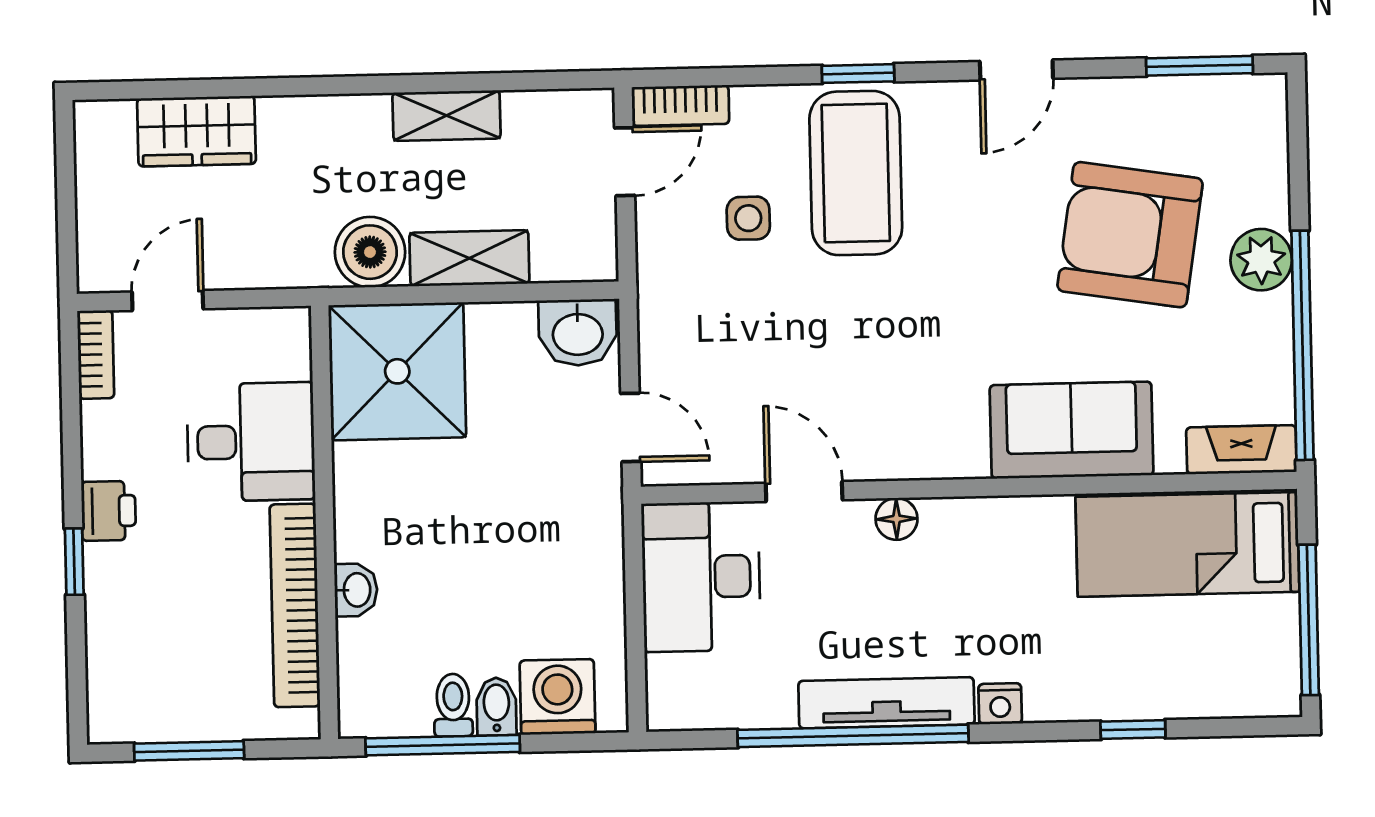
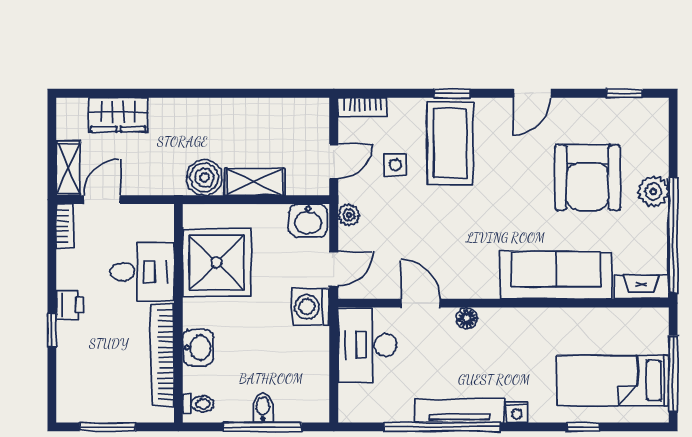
window: (1199, 66) -> (624, 93), width x0.67
shelving: (447, 116) -> (68, 168), moved, turned 90
door: (625, 162) -> (334, 161), moved
armchair: (1130, 235) -> (587, 178), turned -99
plant: (659, 319) -> (349, 215), added
shower: (397, 371) -> (217, 262), moved
door: (631, 427) -> (334, 269), hinge flipped
sofa: (1072, 430) -> (556, 275), width x1.36
bed: (1187, 544) -> (613, 381), moved
washbasin: (356, 590) -> (198, 348), width x1.38, depth x1.45
washing machine: (558, 697) -> (311, 307), moved, turned -90
toilet: (453, 705) -> (198, 404), moved, turned 90
window: (443, 745) -> (262, 427), moved

